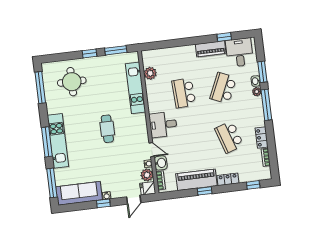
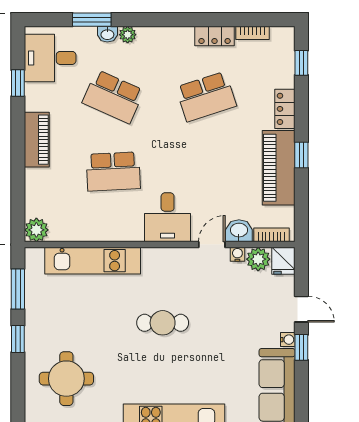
piano: (211, 49) -> (37, 140), moved
plant: (150, 73) -> (36, 230), moved
window: (266, 105) -> (155, 20), removed
door: (134, 200) -> (301, 309), moved

